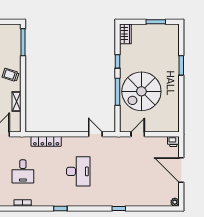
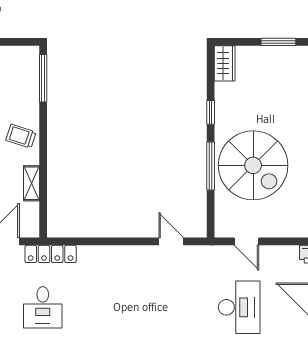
spiral stairs: (141, 91) -> (253, 165), turned -90
door: (138, 134) -> (247, 241), swing flipped
locker: (46, 141) -> (51, 254), moved
desk: (78, 171) -> (239, 307), moved

